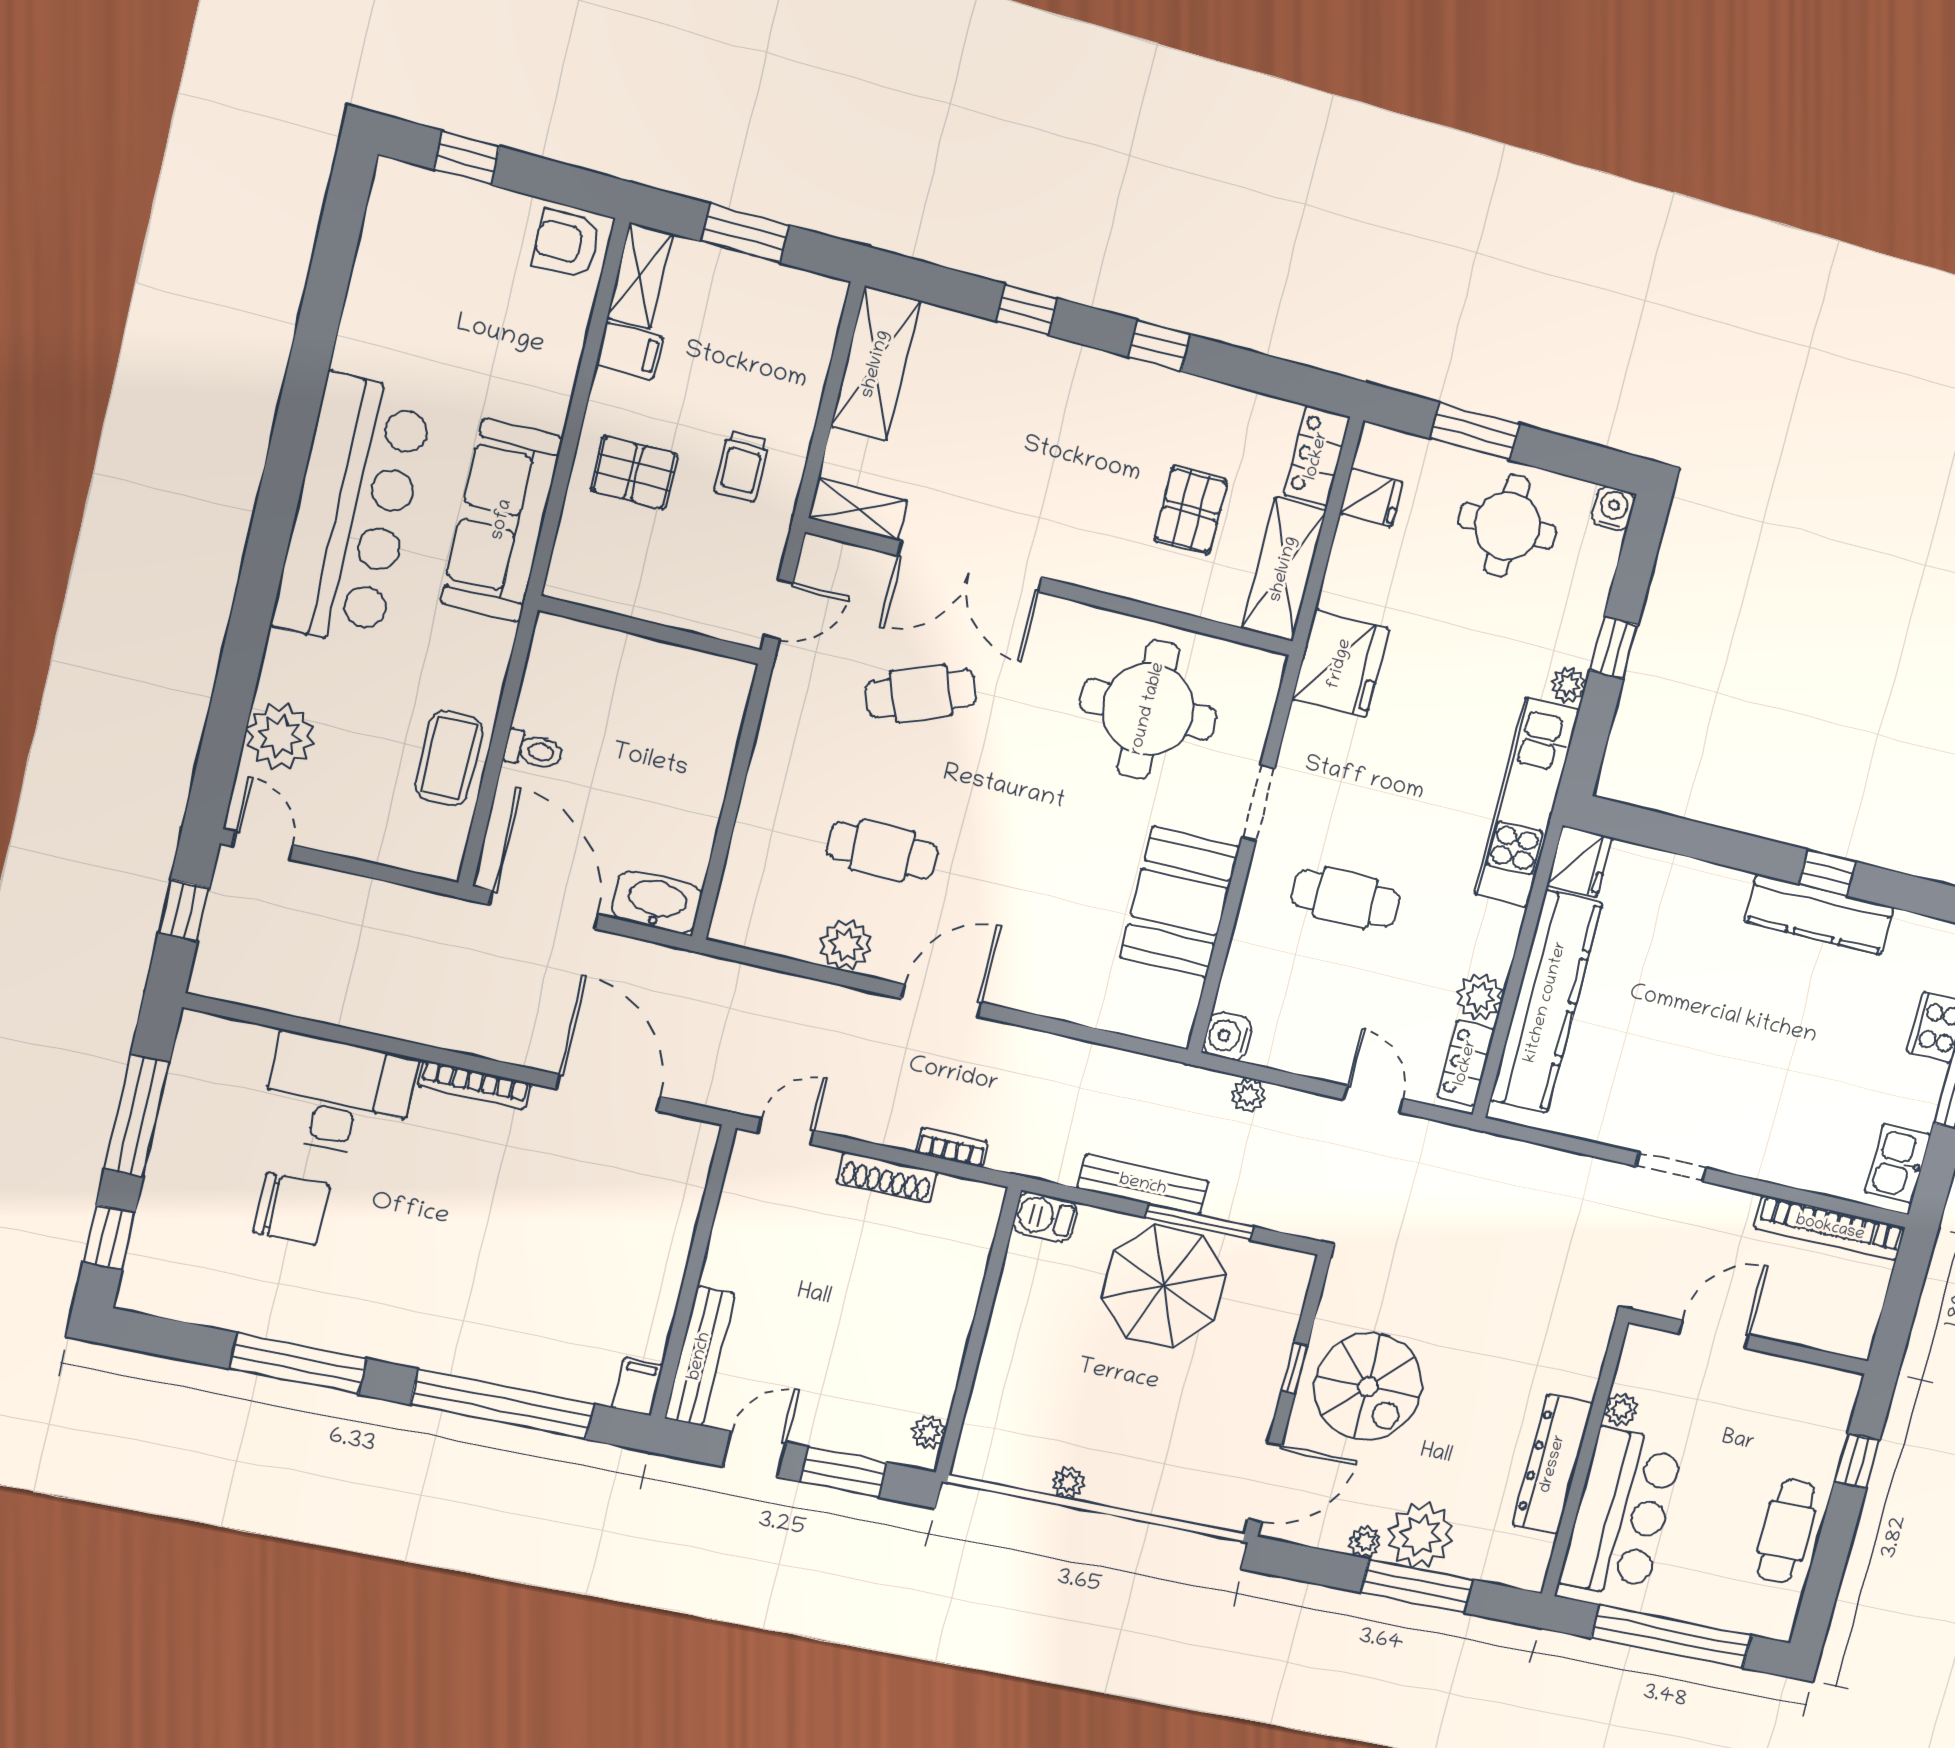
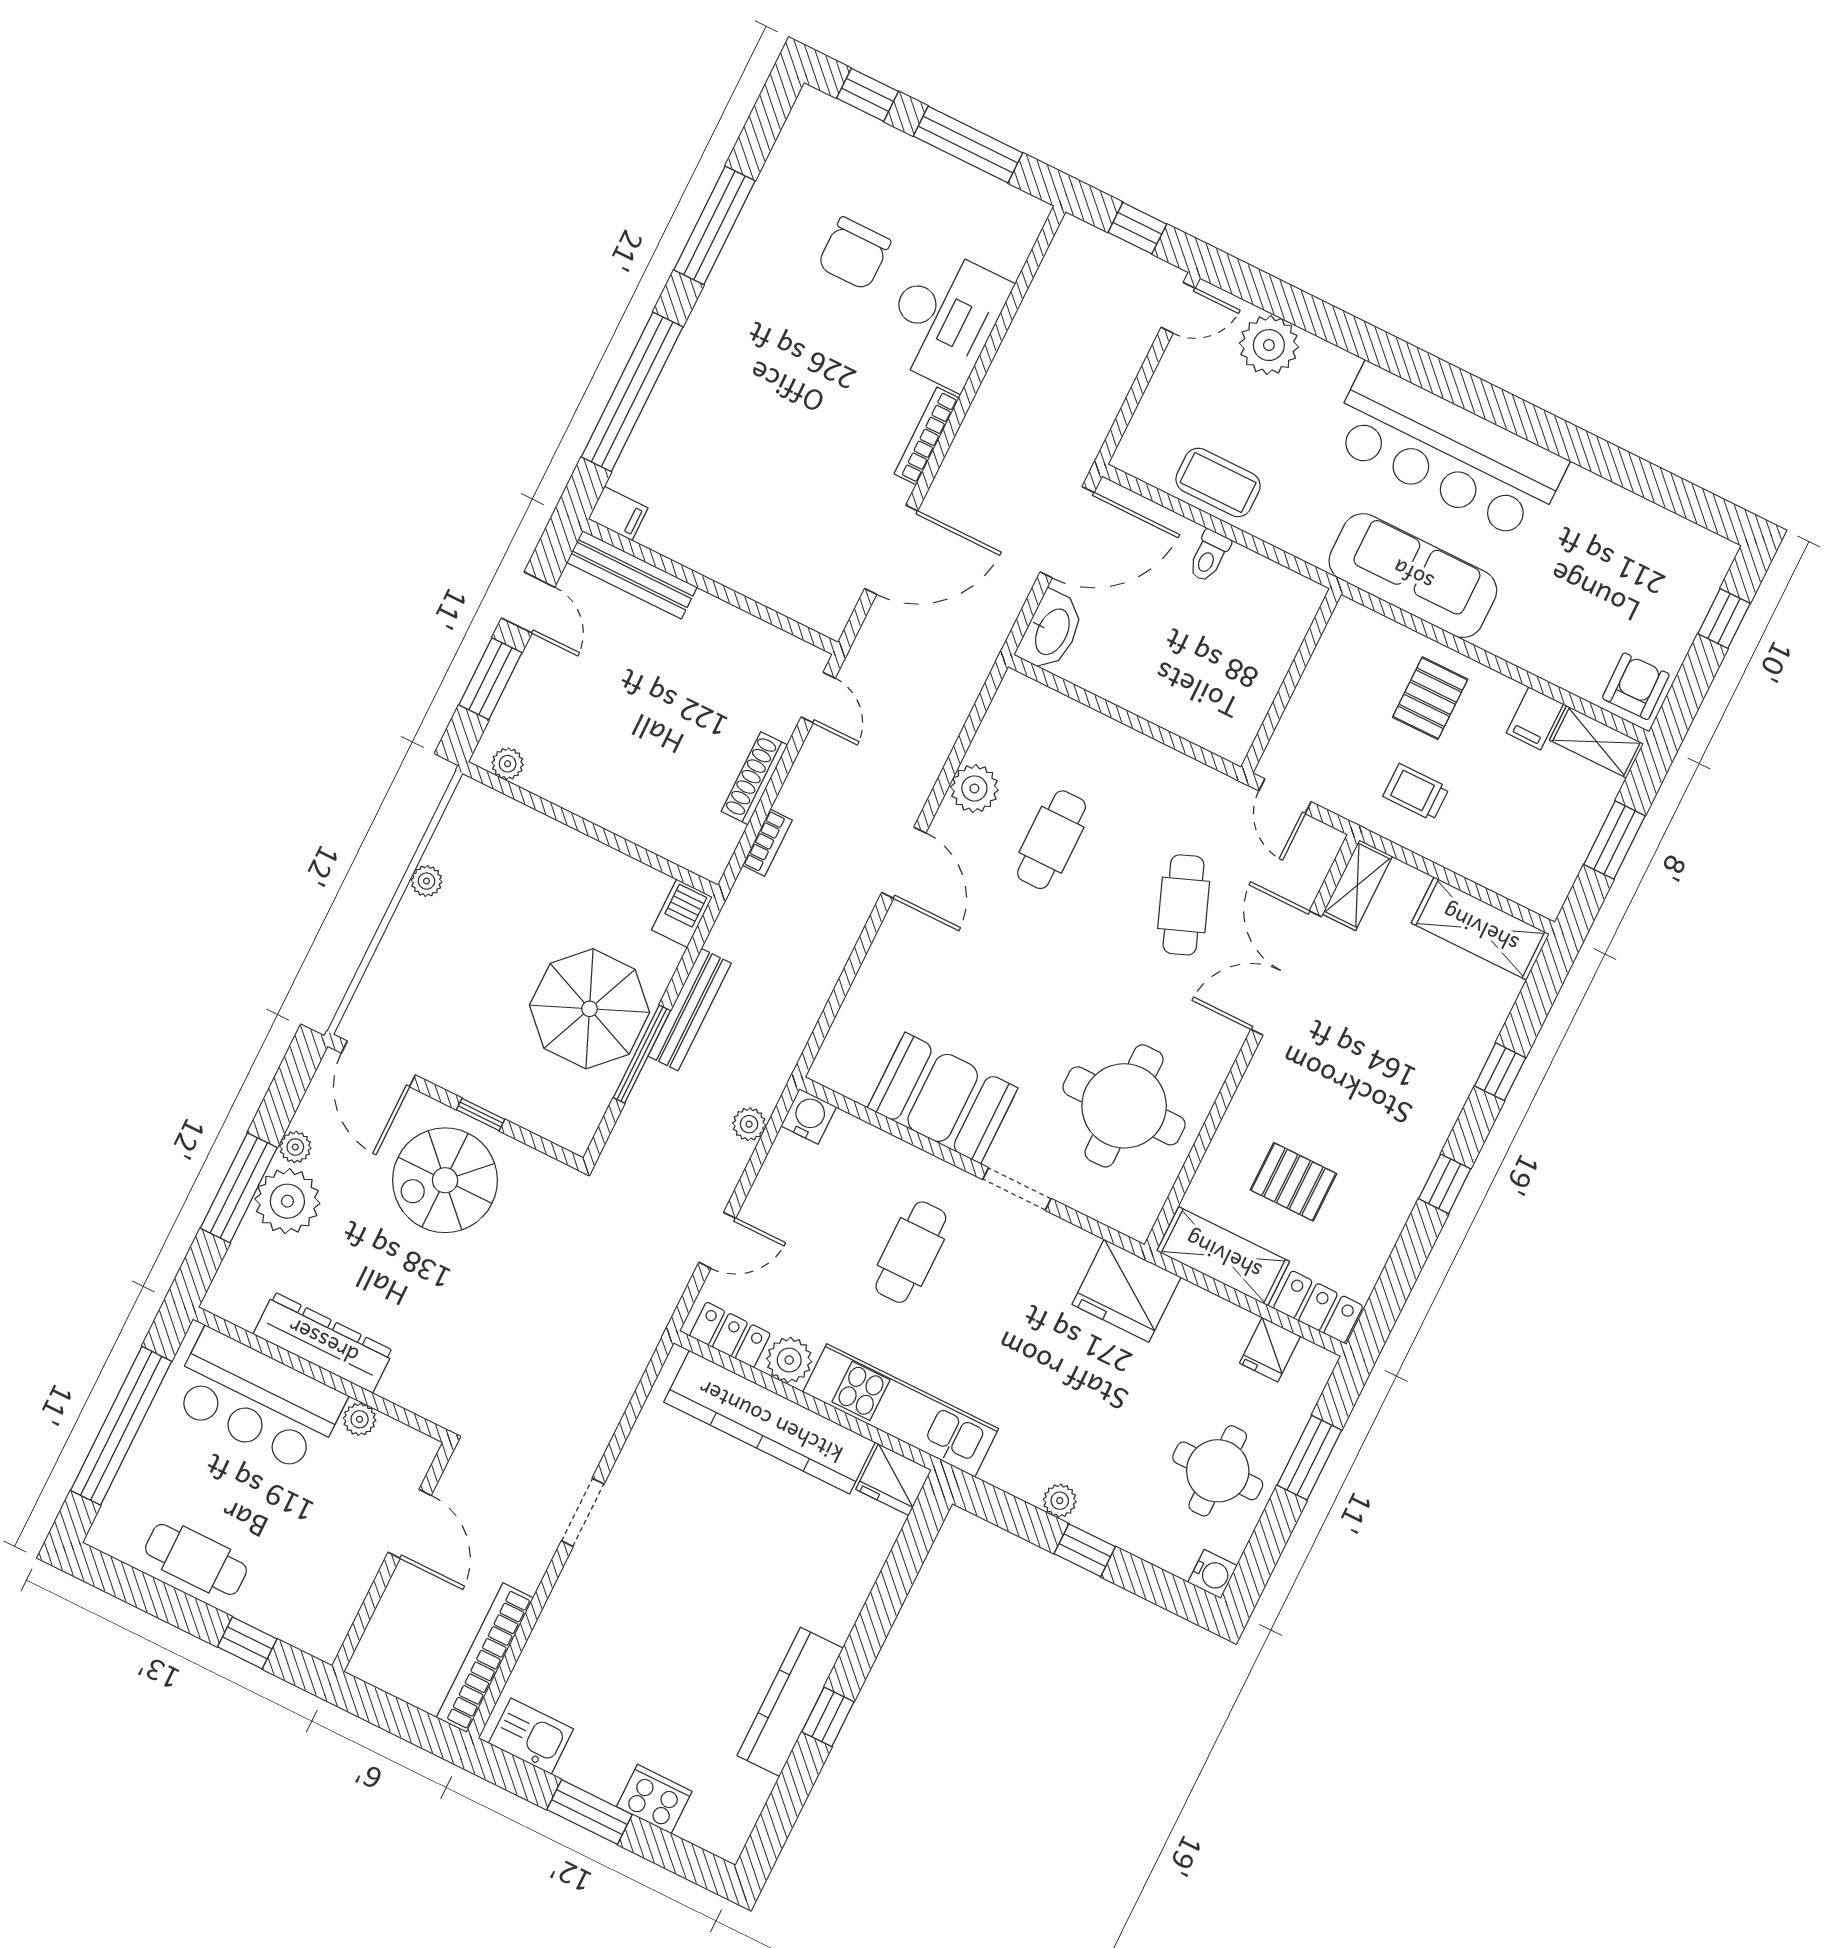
kitchen unit: (1527, 802) -> (901, 1410), moved

